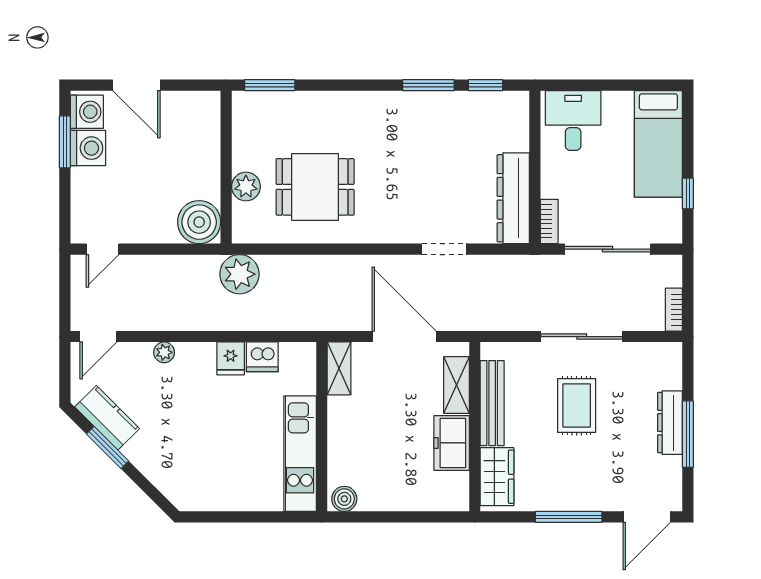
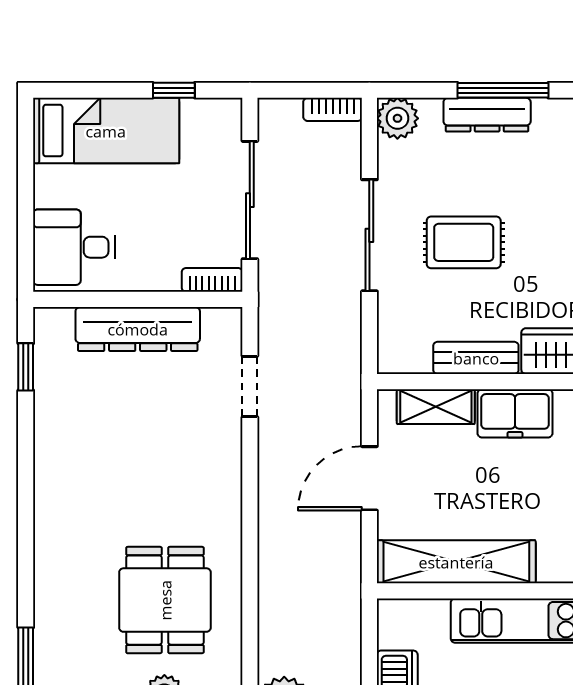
window: (428, 85) -> (26, 445), removed
dresser: (513, 198) -> (138, 329), moved
doorway: (444, 249) -> (250, 386), moved
door: (404, 337) -> (369, 478), width x0.73
plant: (667, 357) -> (397, 118), added
shelving: (339, 368) -> (456, 562), width x2.20, depth x1.33
bench: (492, 403) -> (476, 358), width x0.73

